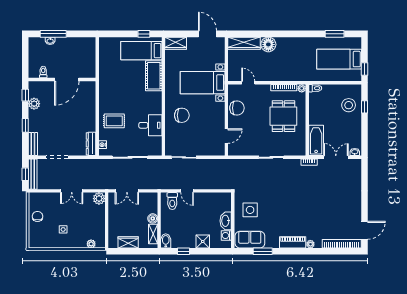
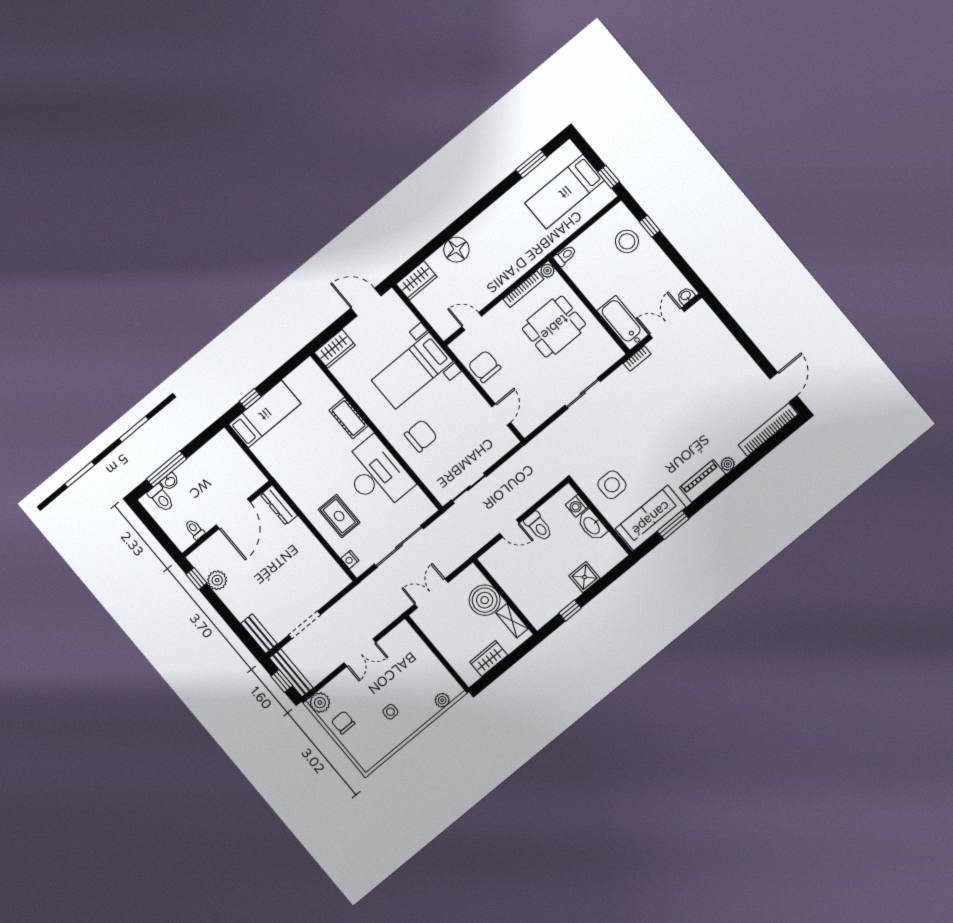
window: (144, 34) -> (250, 399), moved
wardrobe: (244, 43) -> (417, 280), width x0.67
toilet: (40, 45) -> (161, 498), added
bed: (141, 51) -> (265, 414), moved, turned 180
cot: (154, 76) -> (349, 418), width x0.73, depth x0.75
chair: (237, 108) -> (484, 367), turned -90
dining table: (283, 116) -> (554, 327), turned 90
rug: (114, 121) -> (339, 516), turned 90
window: (25, 125) -> (229, 618), removed
desk: (150, 125) -> (376, 474), width x1.87, depth x1.30
dresser: (91, 144) -> (279, 505), moved
double door: (127, 191) -> (431, 593), swing flipped
plant: (99, 199) -> (320, 703), moved
toilet: (172, 201) -> (538, 526), moved
boiler: (153, 218) -> (485, 600), width x1.86, depth x1.86
washing machine: (226, 235) -> (577, 506), moved
sofa: (250, 240) -> (651, 518), width x1.36
bidet: (166, 241) -> (536, 616), removed

